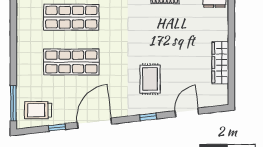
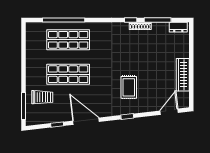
trolley: (38, 110) -> (42, 97), moved, turned 180
door: (187, 112) -> (169, 112), moved
door: (94, 123) -> (86, 121), hinge flipped

